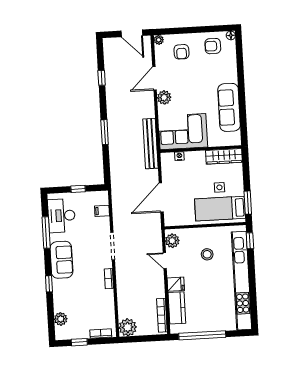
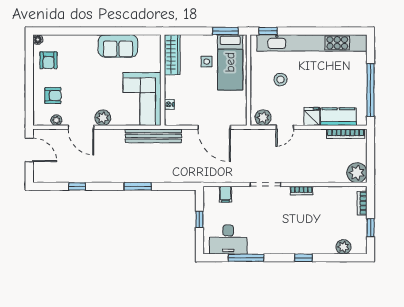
door: (132, 33) -> (29, 150), hinge flipped
plant: (159, 40) -> (56, 120), moved
sofa: (229, 107) -> (118, 46), width x0.73
sofa: (61, 260) -> (277, 242), removed

